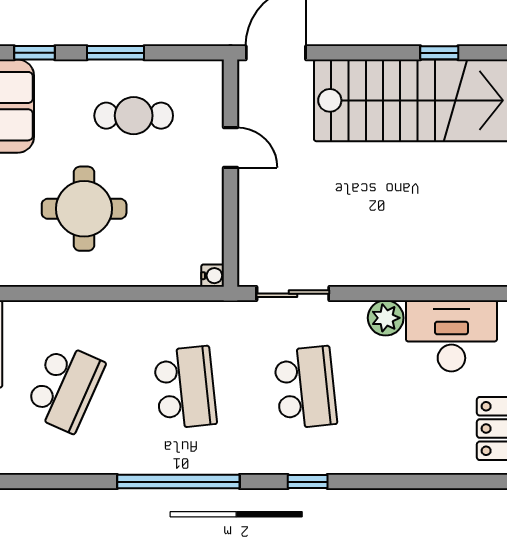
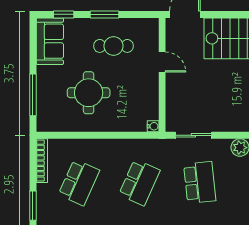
school desk: (185, 388) -> (139, 182), turned 30

